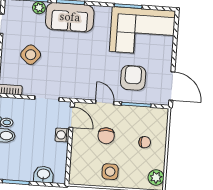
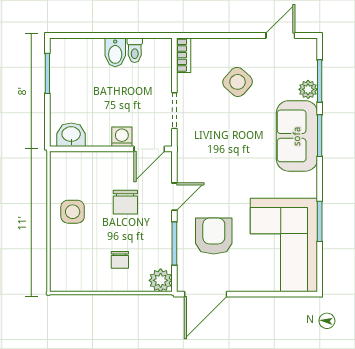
armchair: (133, 78) -> (214, 236), turned -90
chair: (106, 136) -> (125, 202), turned -90
washbasin: (43, 174) -> (71, 135), moved, turned -90
plant: (156, 177) -> (161, 280), moved

